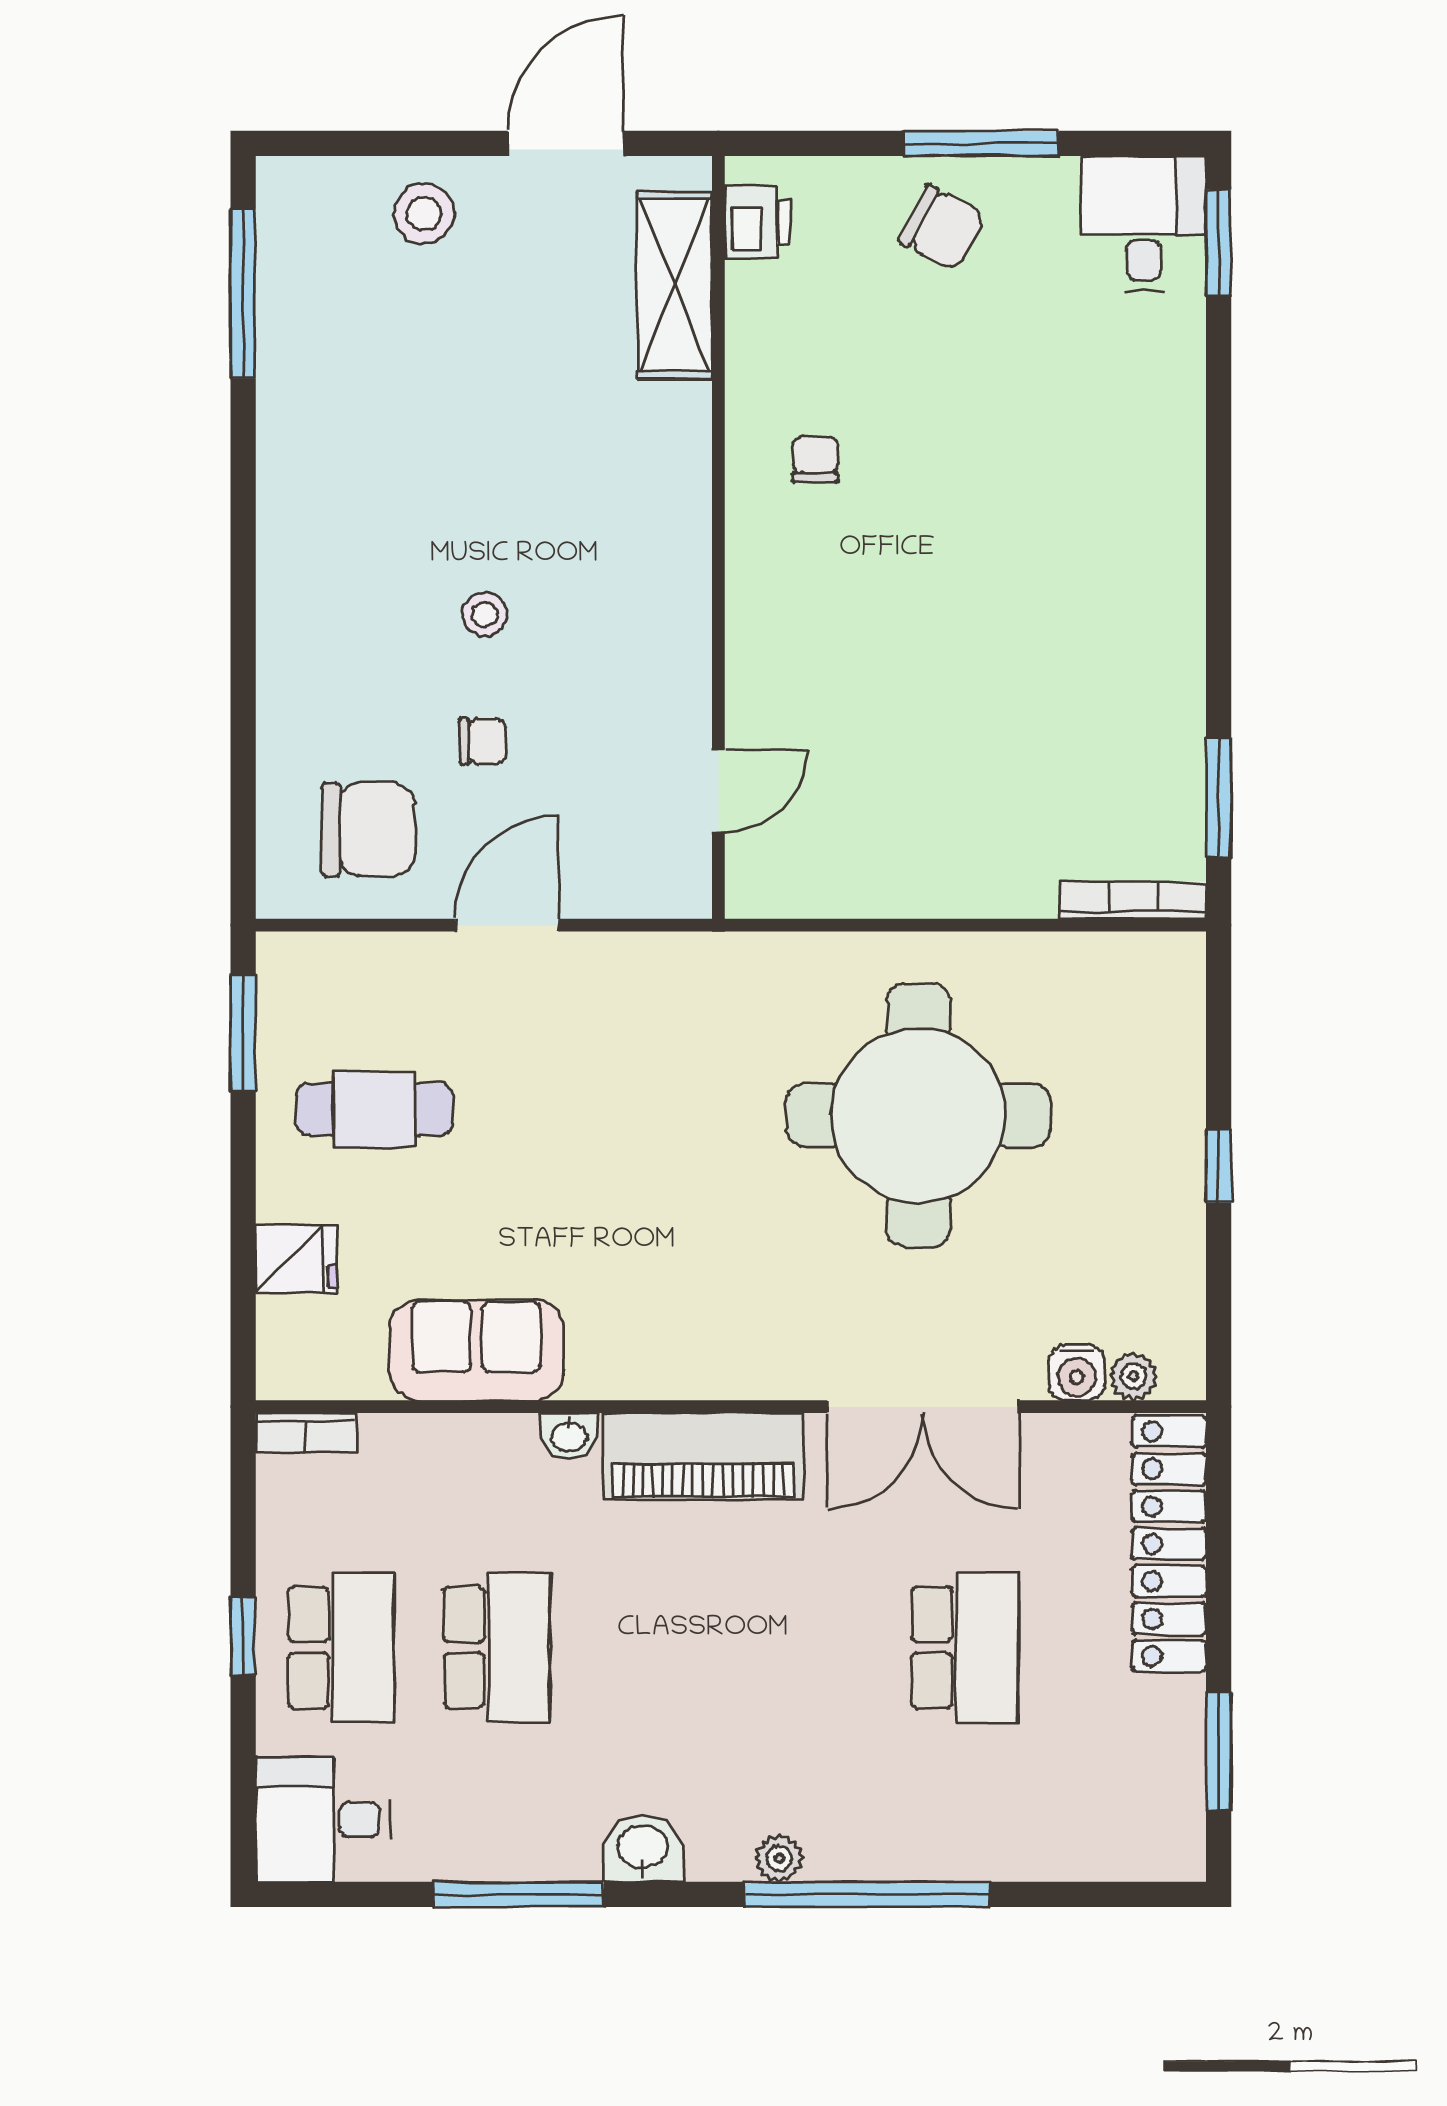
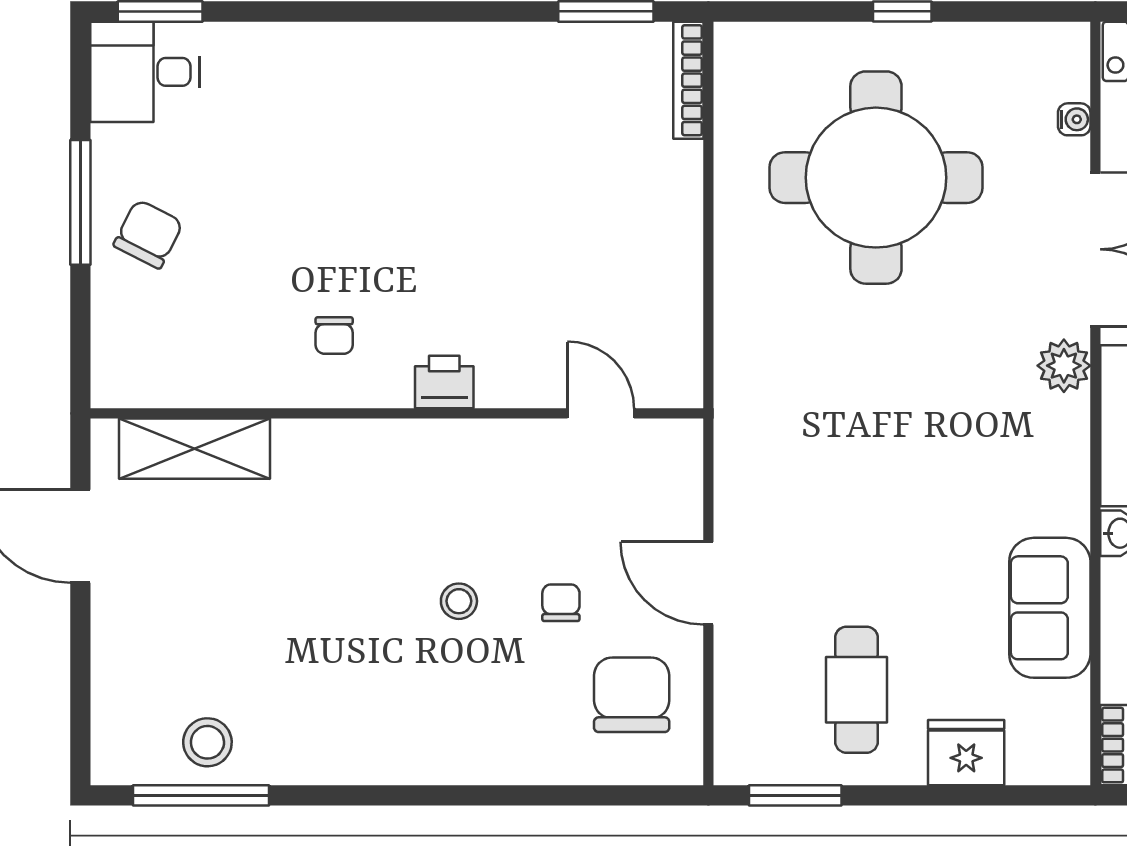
stool: (424, 213) -> (207, 742), moved
printer: (758, 222) -> (444, 382), moved
chair: (815, 459) -> (334, 336), turned -90
round table: (918, 1116) -> (876, 178), moved
fridge: (296, 1259) -> (966, 753), width x1.38
water cooler: (1077, 1373) -> (1074, 119), width x0.72, depth x0.72
plant: (1133, 1376) -> (1064, 366), moved, width x1.38, depth x1.38

